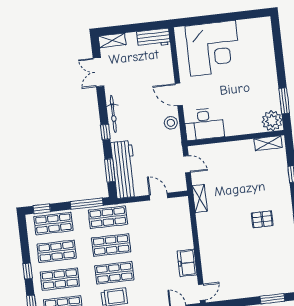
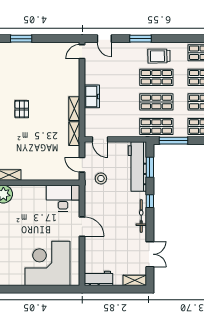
stool: (171, 123) -> (101, 178), moved
door: (159, 197) -> (100, 139), moved
pallet: (262, 219) -> (22, 109), turned 90
shelving: (203, 227) -> (74, 109), added
freezer: (187, 263) -> (92, 96), moved

